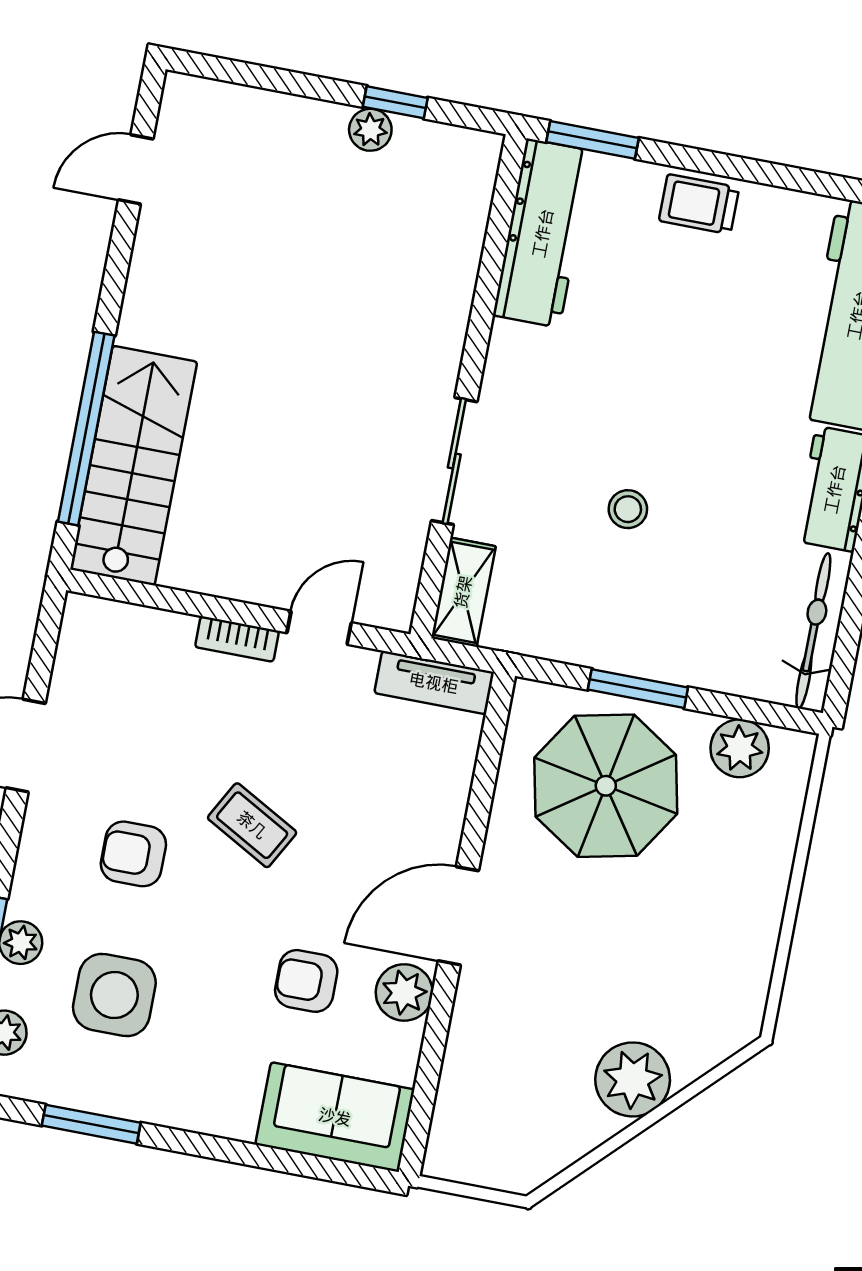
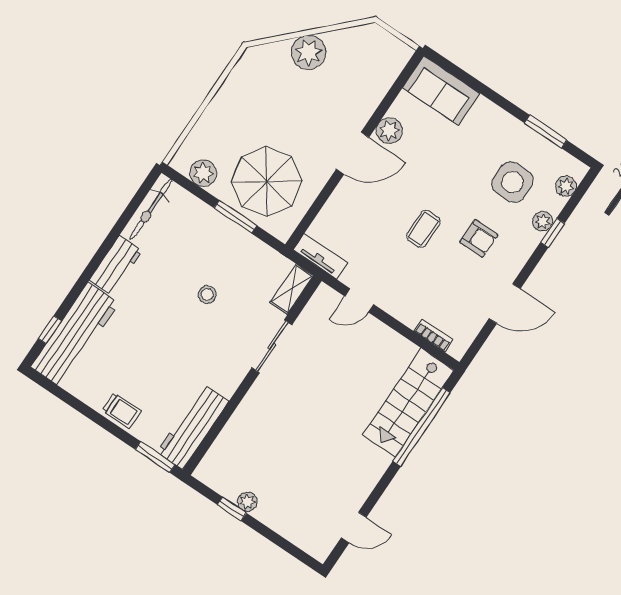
bookcase: (237, 639) -> (433, 336), moved
coffee table: (252, 825) -> (423, 229), turned 61
armchair: (306, 981) -> (429, 153), removed

